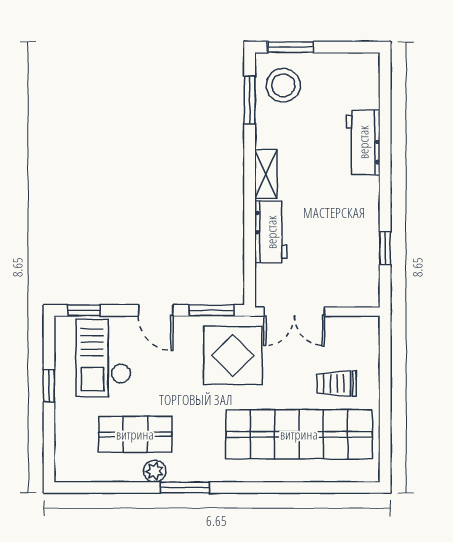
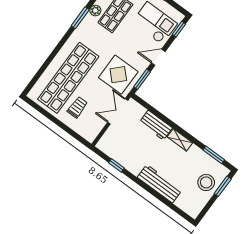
stool: (283, 85) -> (206, 182), moved
workbench: (363, 142) -> (160, 184), width x1.38

